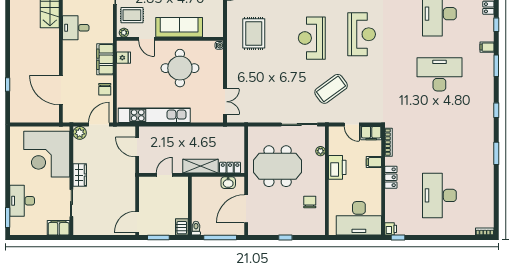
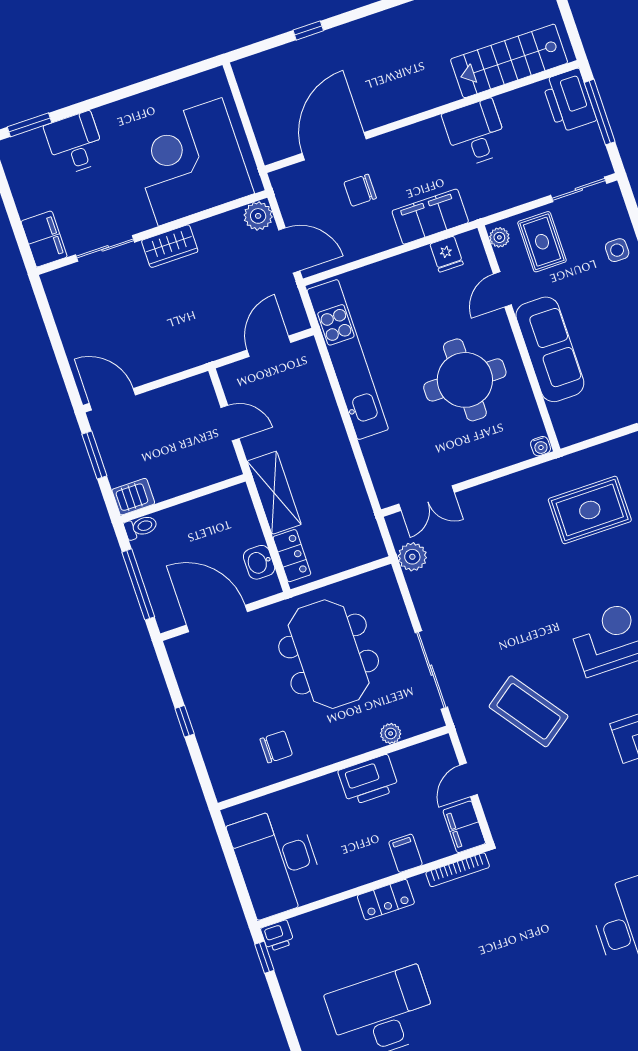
chair: (105, 89) -> (360, 190), moved
plant: (248, 116) -> (412, 557), added
desk: (22, 201) -> (75, 143), width x0.73

